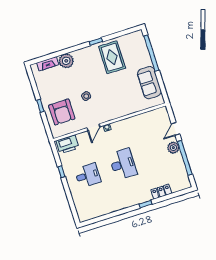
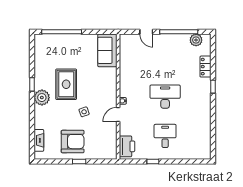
rug: (112, 57) -> (66, 84), moved, turned 90
plant: (66, 61) -> (42, 98), moved
sofa: (149, 83) -> (107, 50), moved, turned 90
armchair: (62, 112) -> (73, 142), moved
door: (93, 127) -> (118, 115), swing flipped
plant: (173, 148) -> (196, 40), moved

